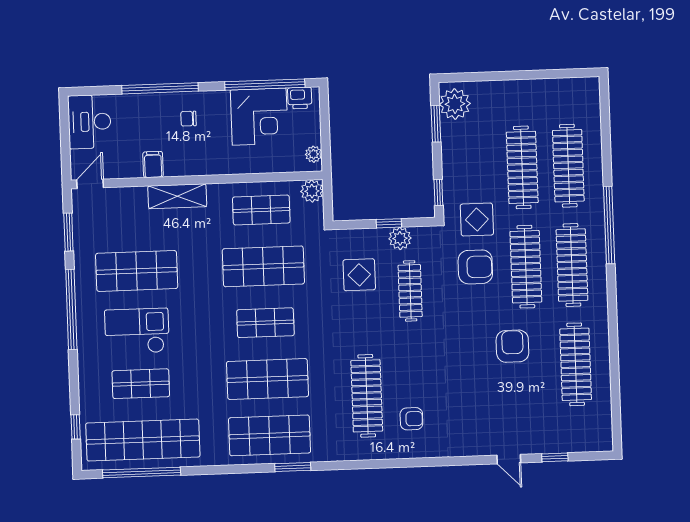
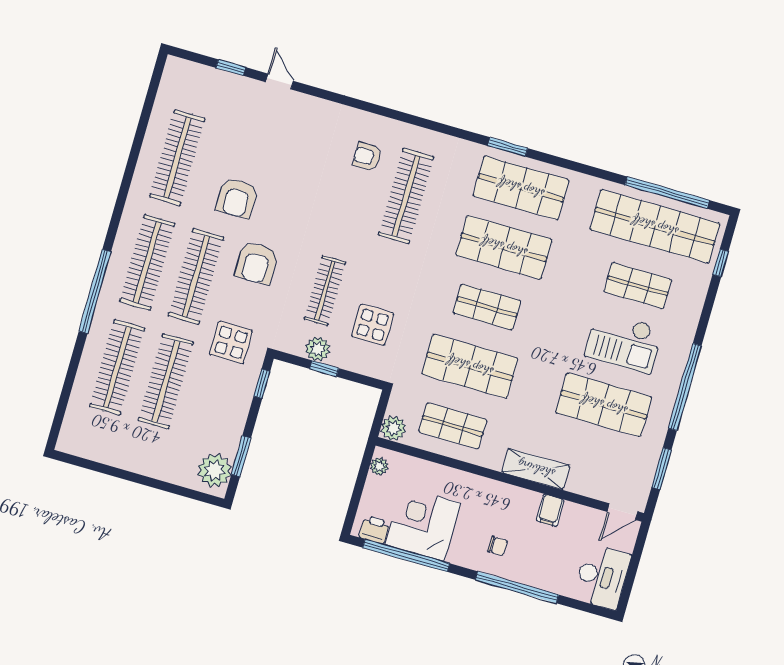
armchair: (475, 267) -> (257, 263), moved, turned -90

